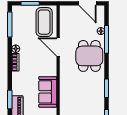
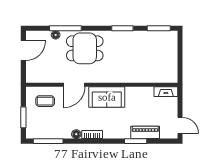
coffee table: (44, 22) -> (45, 101), width x0.54, depth x0.58
sofa: (48, 92) -> (107, 97), moved

